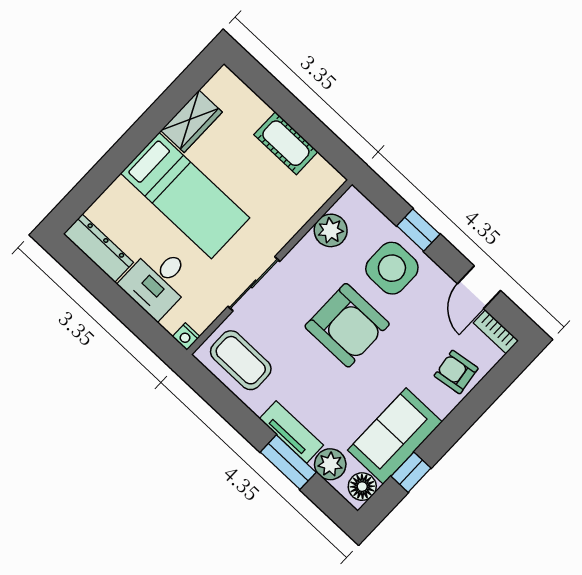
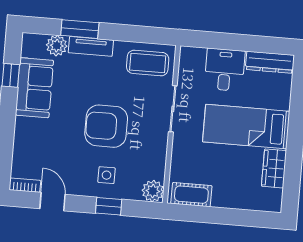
cot: (286, 143) -> (191, 195), moved
plant: (331, 230) -> (153, 191), moved
side table: (392, 268) -> (107, 175), width x0.54, depth x0.54
nightstand: (186, 337) -> (186, 52), removed
armchair: (456, 372) -> (29, 147), removed
floor lamp: (362, 487) -> (30, 47), removed

